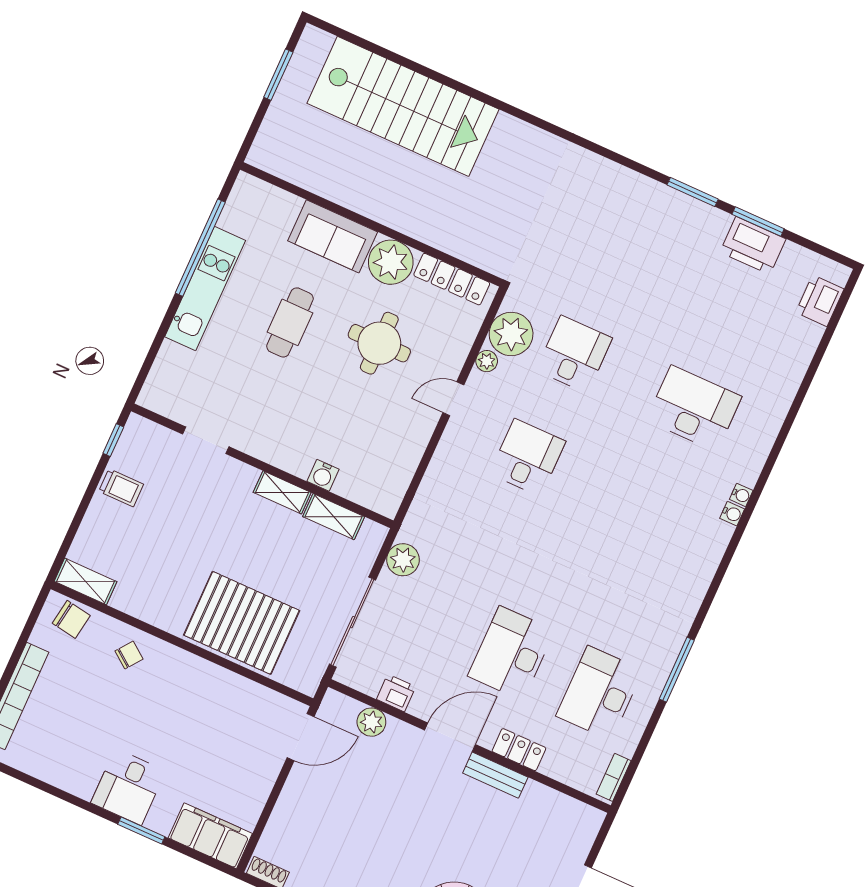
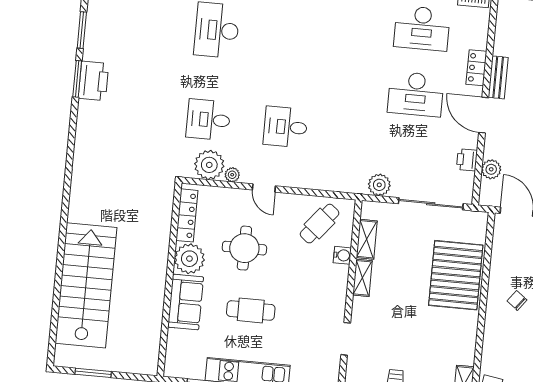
printer: (753, 246) -> (93, 81), moved
cafe table: (378, 459) -> (320, 224), added
chair: (129, 655) -> (517, 300), moved

